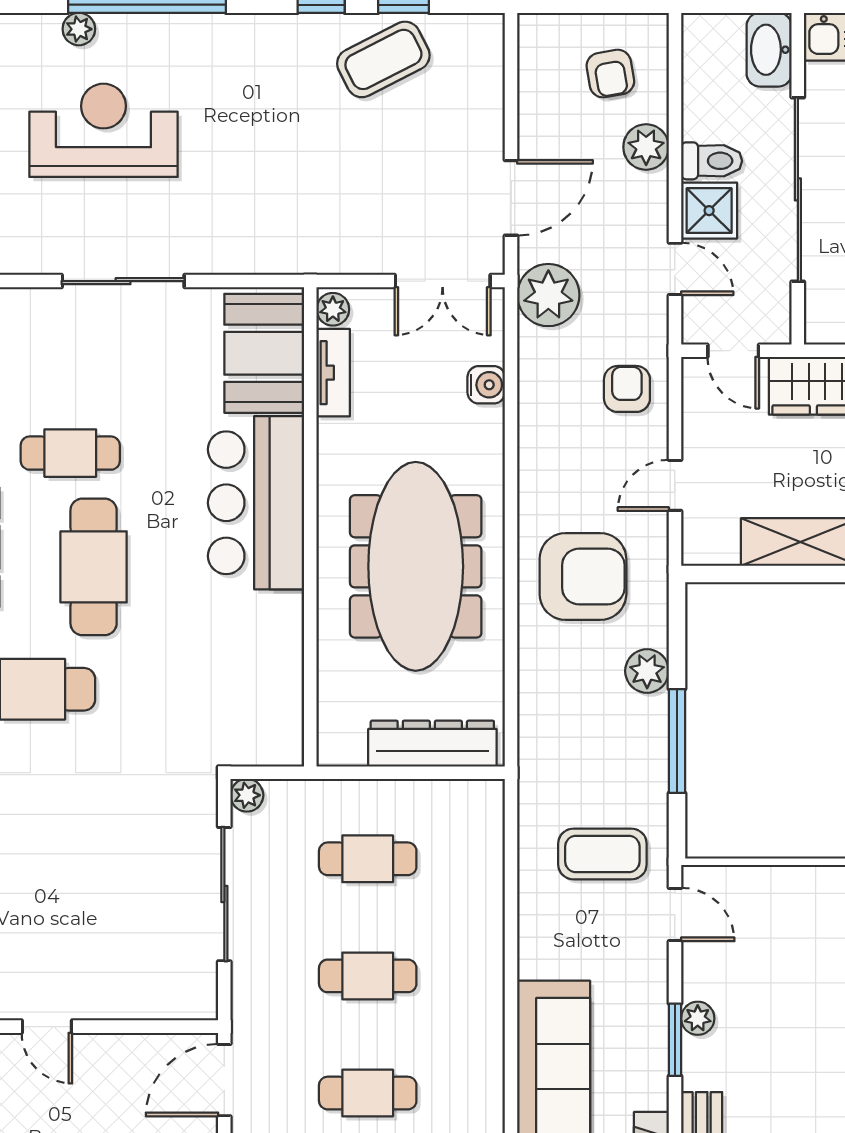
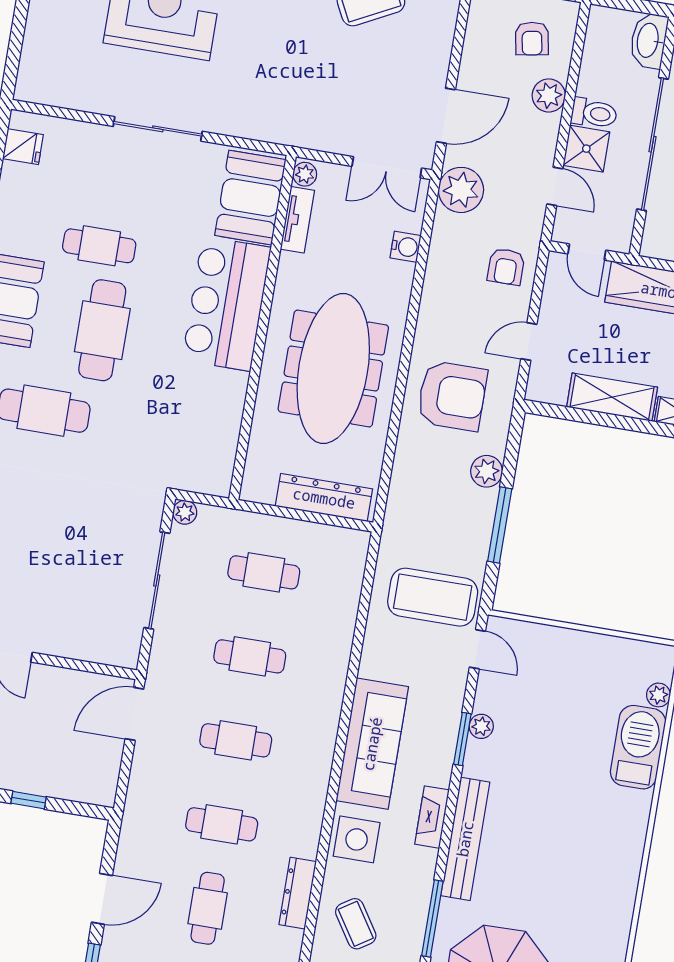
armchair: (627, 389) -> (506, 267), turned 180
coffee table: (602, 854) -> (433, 597), width x1.36, depth x1.32

